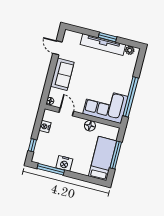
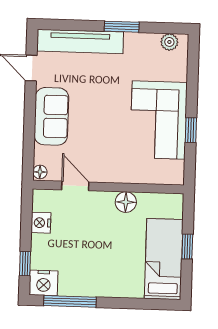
tv unit: (103, 45) -> (80, 41), moved
window: (131, 97) -> (191, 130), width x0.32
corner sofa: (105, 105) -> (159, 120), moved, turned -90
window: (116, 155) -> (187, 246), width x0.46
nightstand: (64, 163) -> (44, 283), moved

